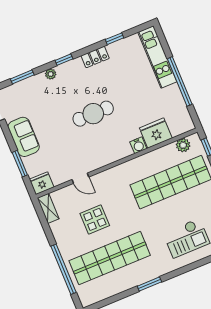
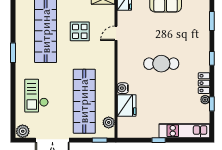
plant: (51, 74) -> (205, 100), moved
window: (180, 81) -> (159, 140), width x0.32
cafe table: (93, 114) -> (161, 64), turned 90

